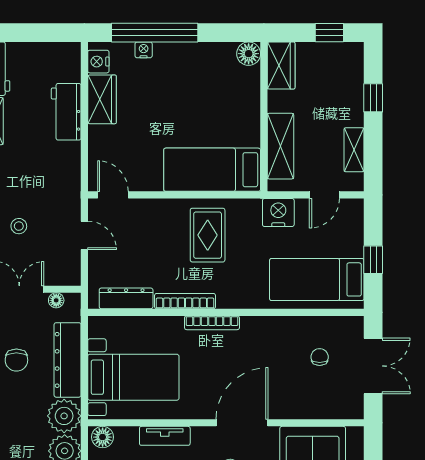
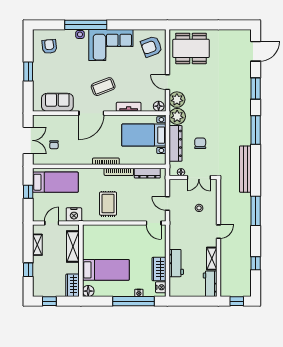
bed: (212, 170) -> (106, 270), moved
double door: (373, 366) -> (28, 140), swing flipped

